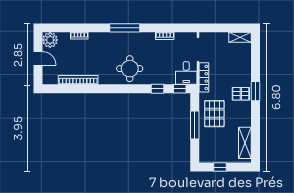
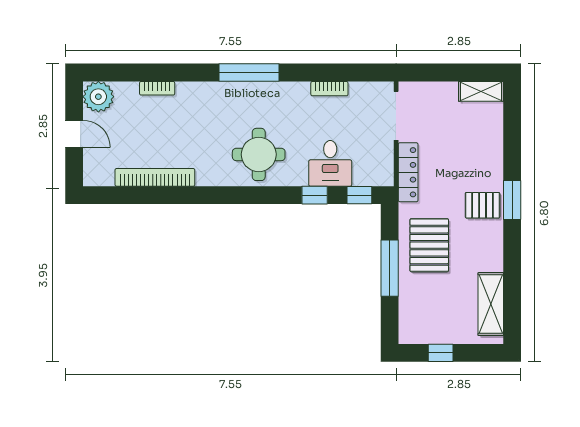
desk: (186, 73) -> (330, 163), moved

